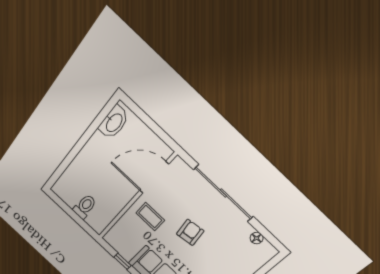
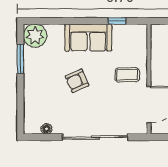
armchair: (190, 232) -> (77, 81), moved, turned 74

